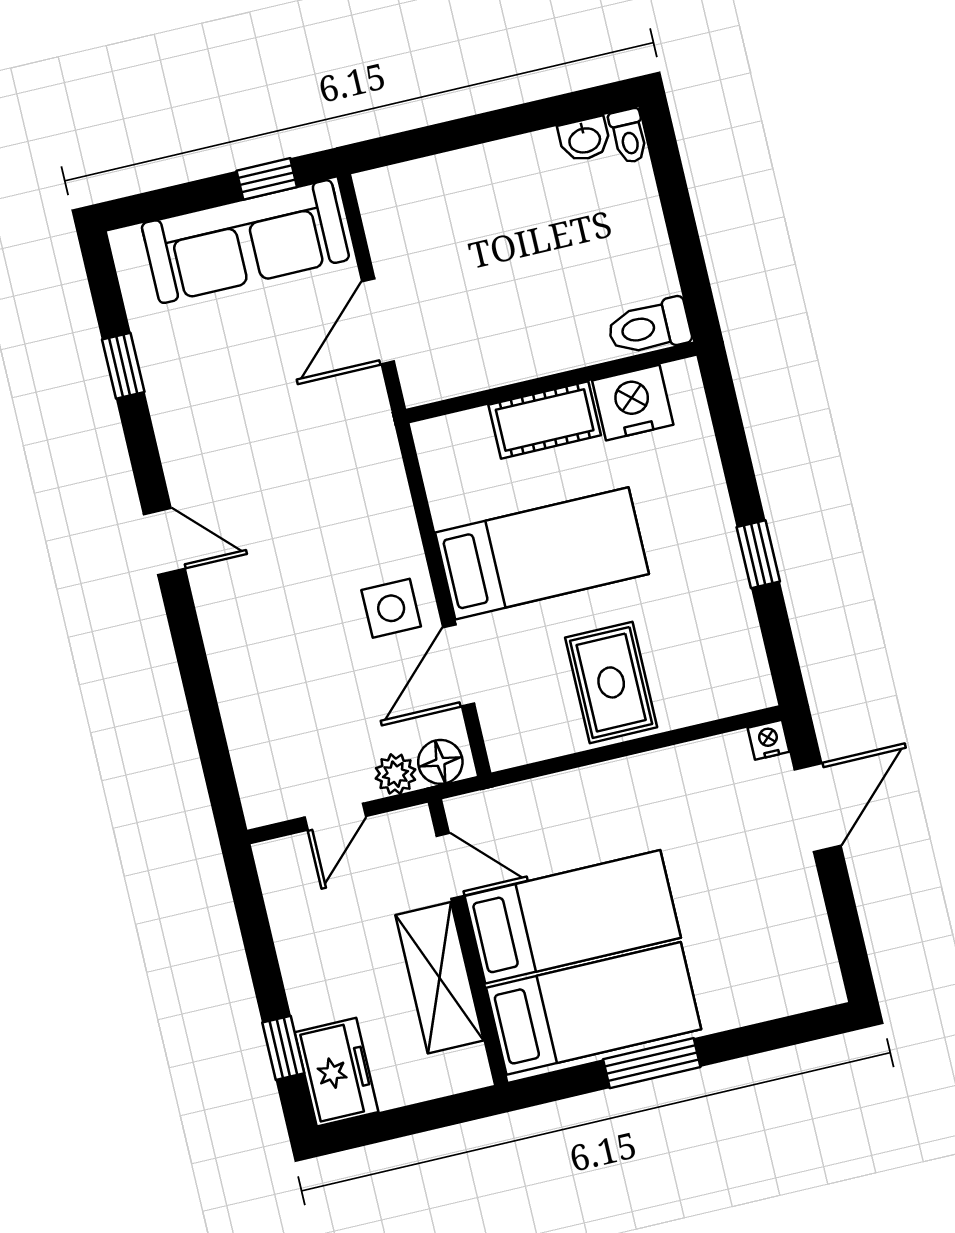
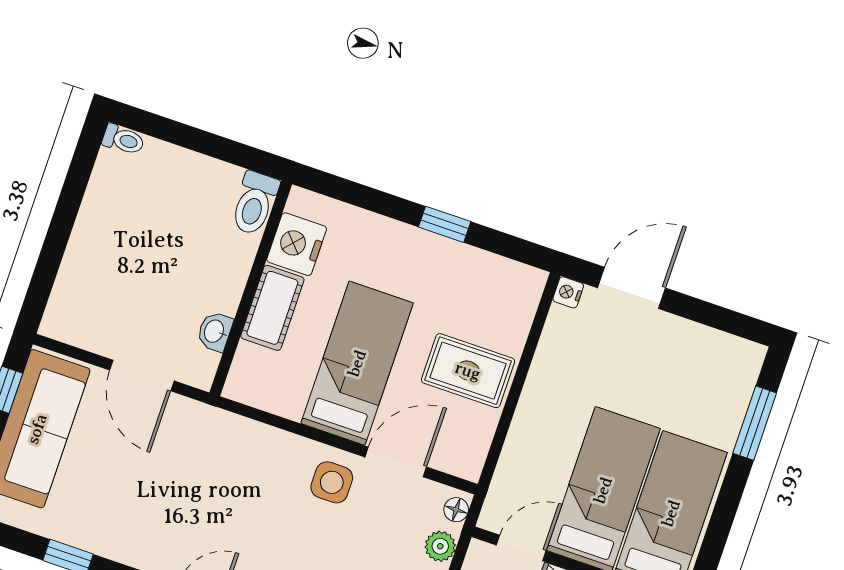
washbasin: (584, 139) -> (215, 331), moved, turned 180
door: (459, 666) -> (396, 462), swing flipped
floor lamp: (440, 762) -> (456, 510), width x0.73, depth x0.73
door: (818, 807) -> (632, 288), hinge flipped
window: (652, 1063) -> (755, 423), moved

